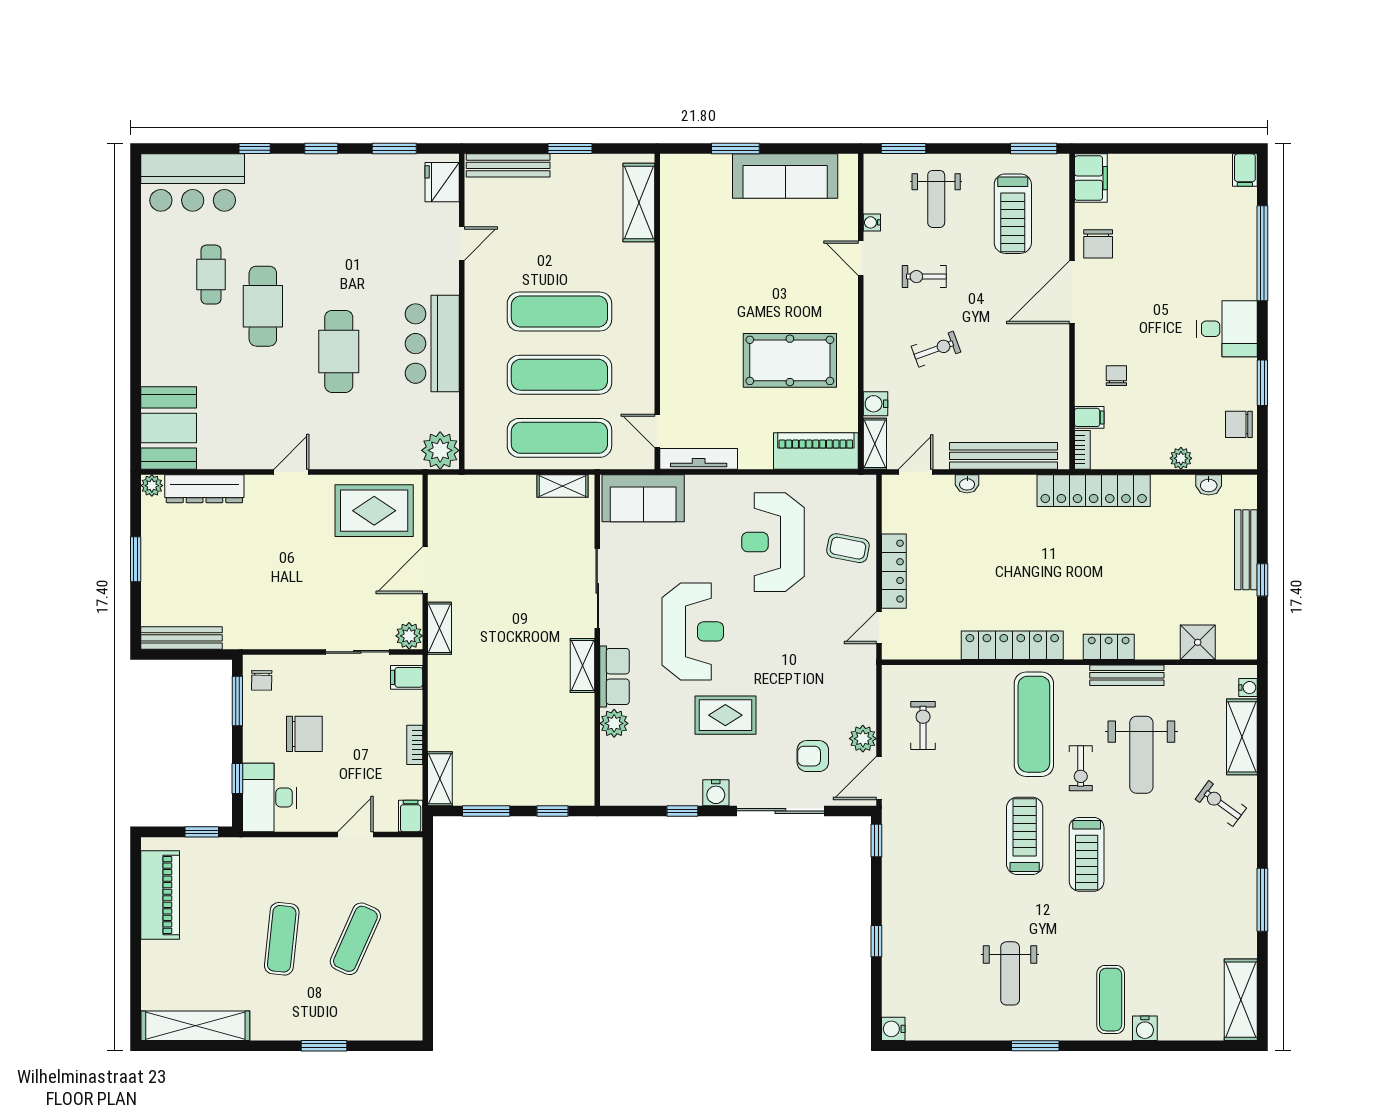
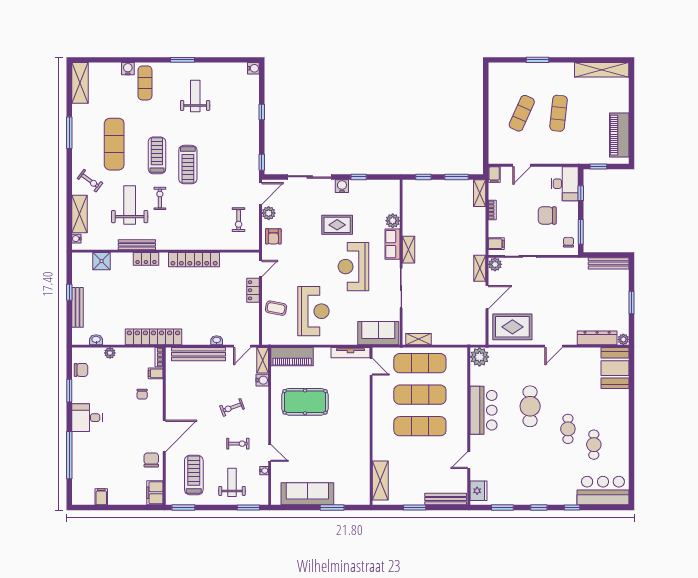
filing cabinet: (1245, 170) -> (101, 497), moved
cafe table: (263, 306) -> (568, 429), width x0.73, depth x0.74
locker: (894, 571) -> (253, 290), width x0.66
exercise mat: (1034, 724) -> (114, 144), moved
armchair: (813, 756) -> (273, 236), moved, turned 90

